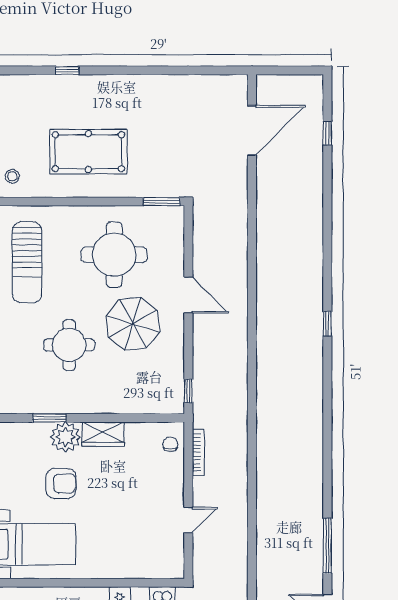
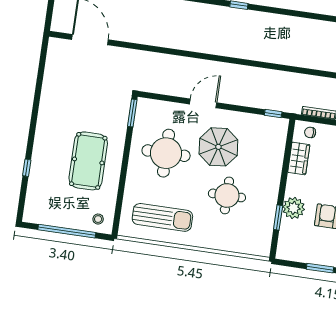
wardrobe: (103, 434) -> (299, 158), moved

